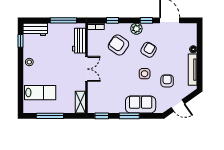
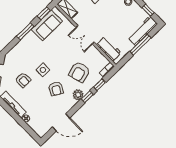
window: (63, 20) -> (140, 45), moved
window: (146, 20) -> (87, 97), moved
workbench: (35, 29) -> (143, 31), width x1.38
armchair: (118, 45) -> (79, 72), turned 129
sofa: (141, 105) -> (47, 25), moved

